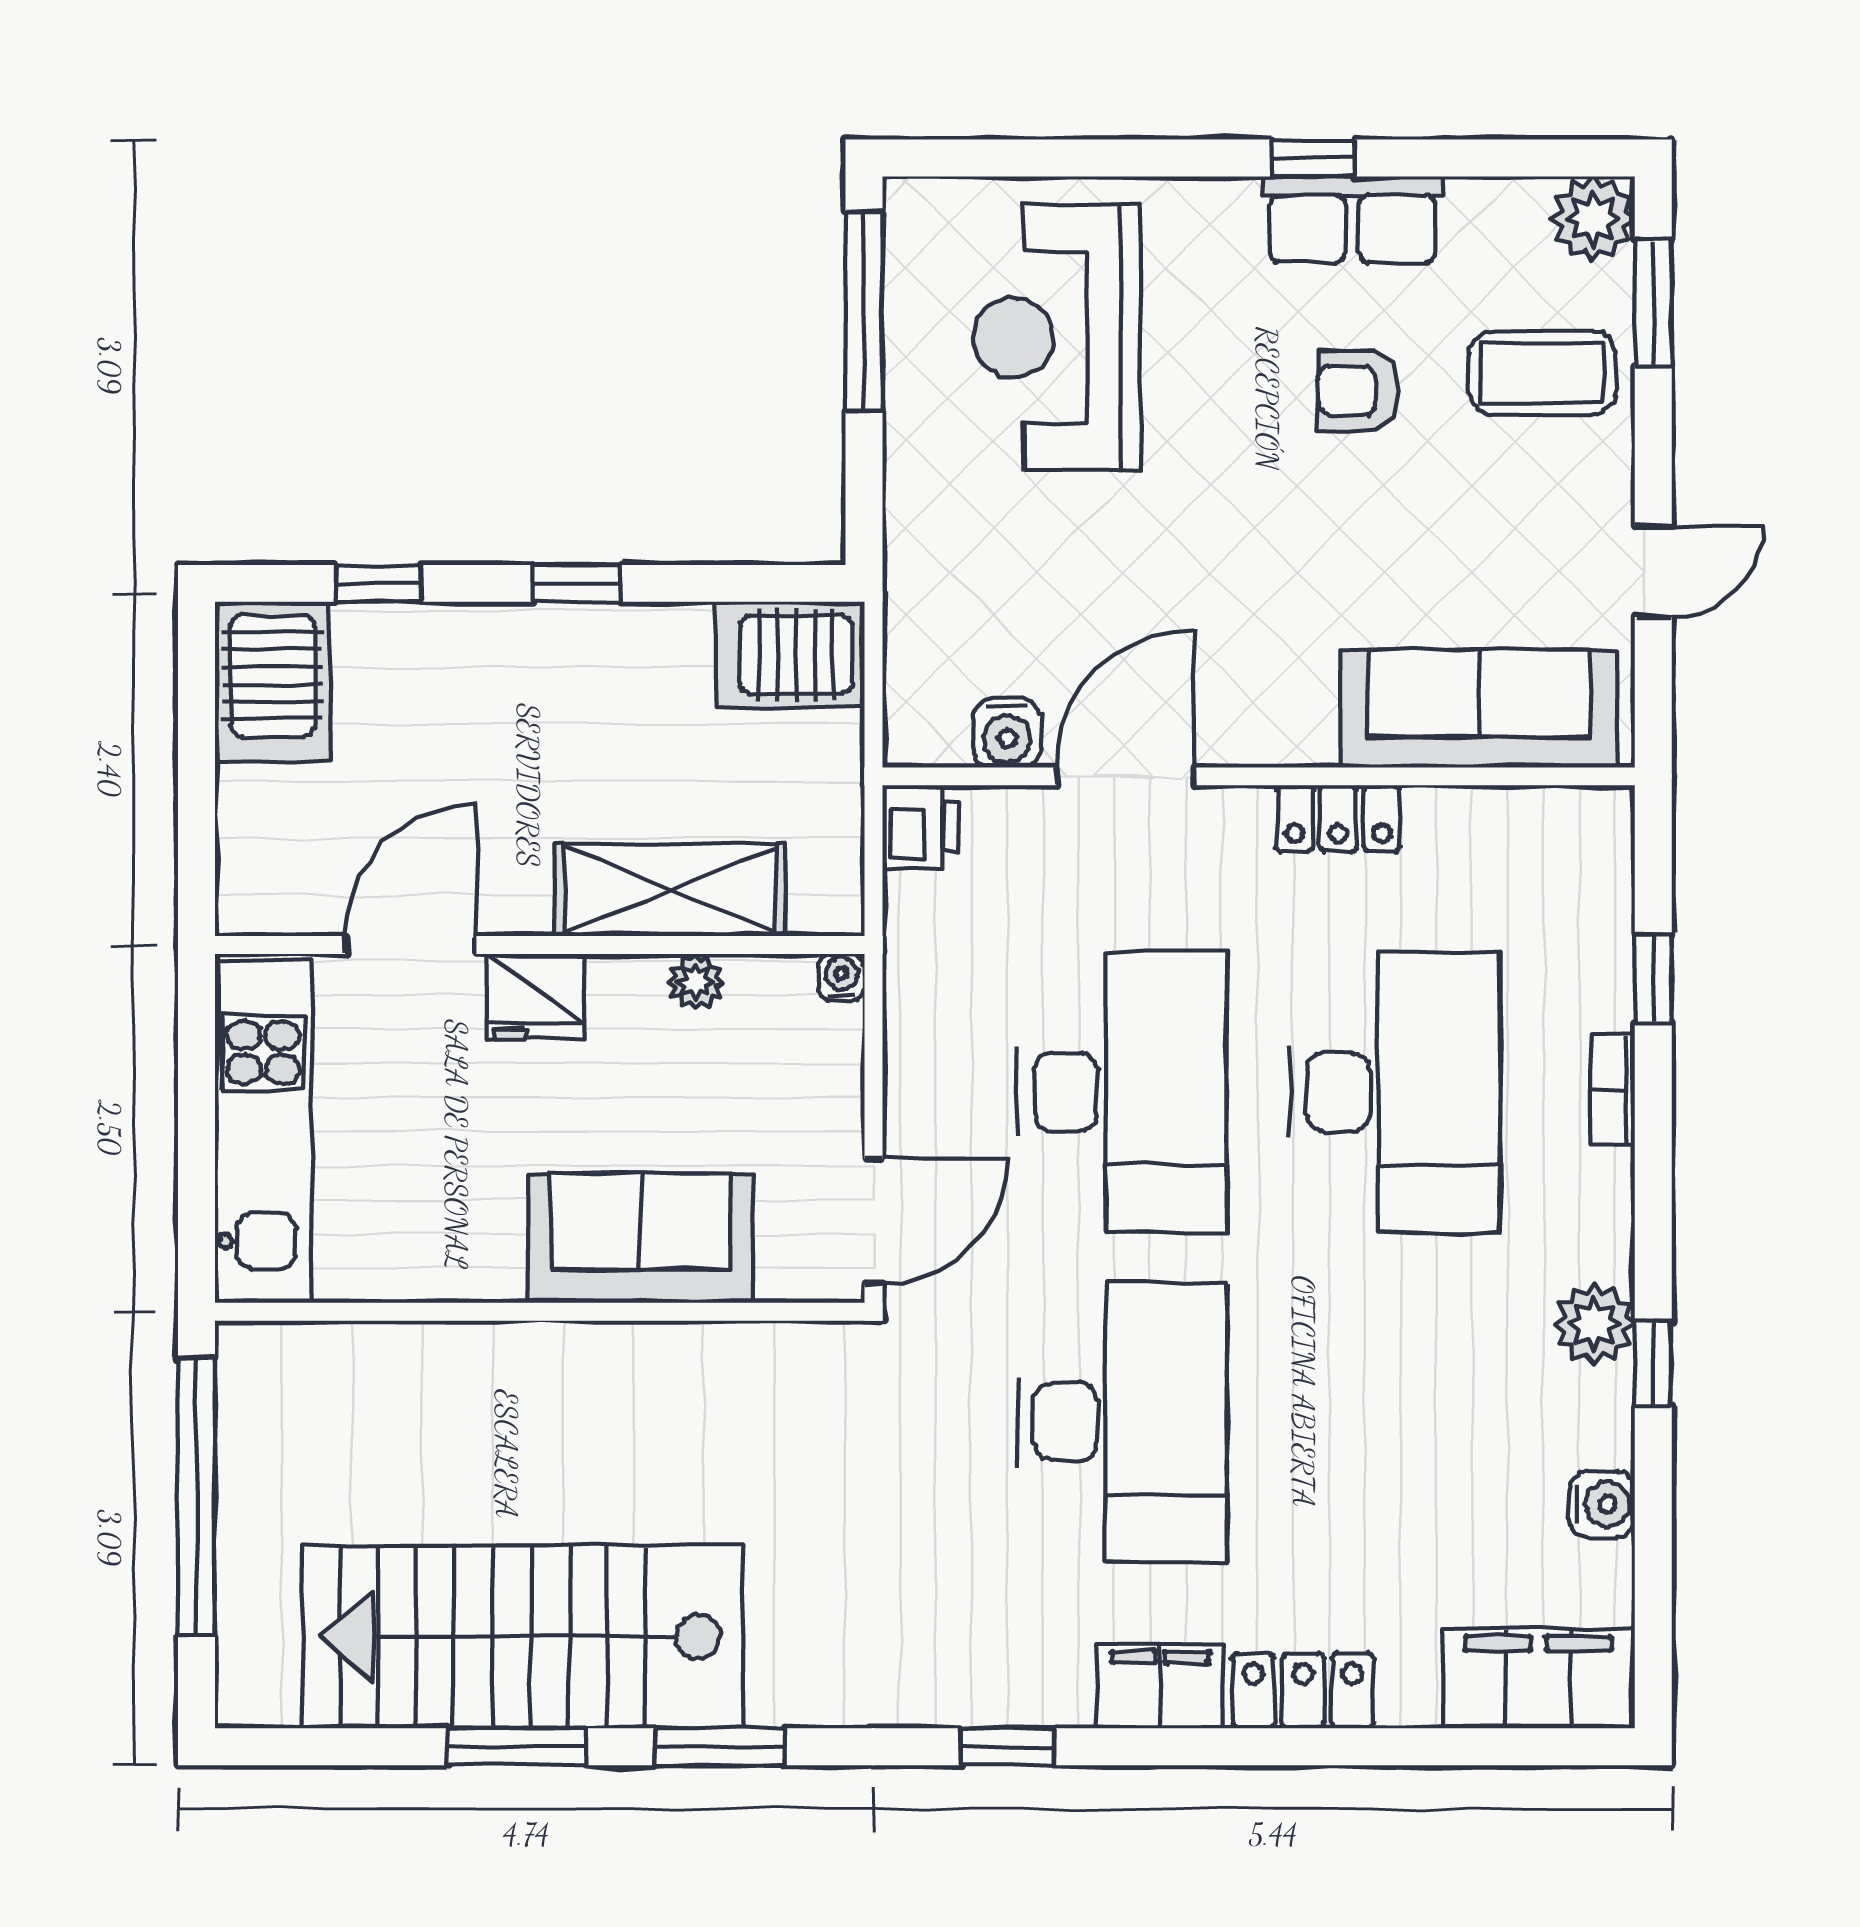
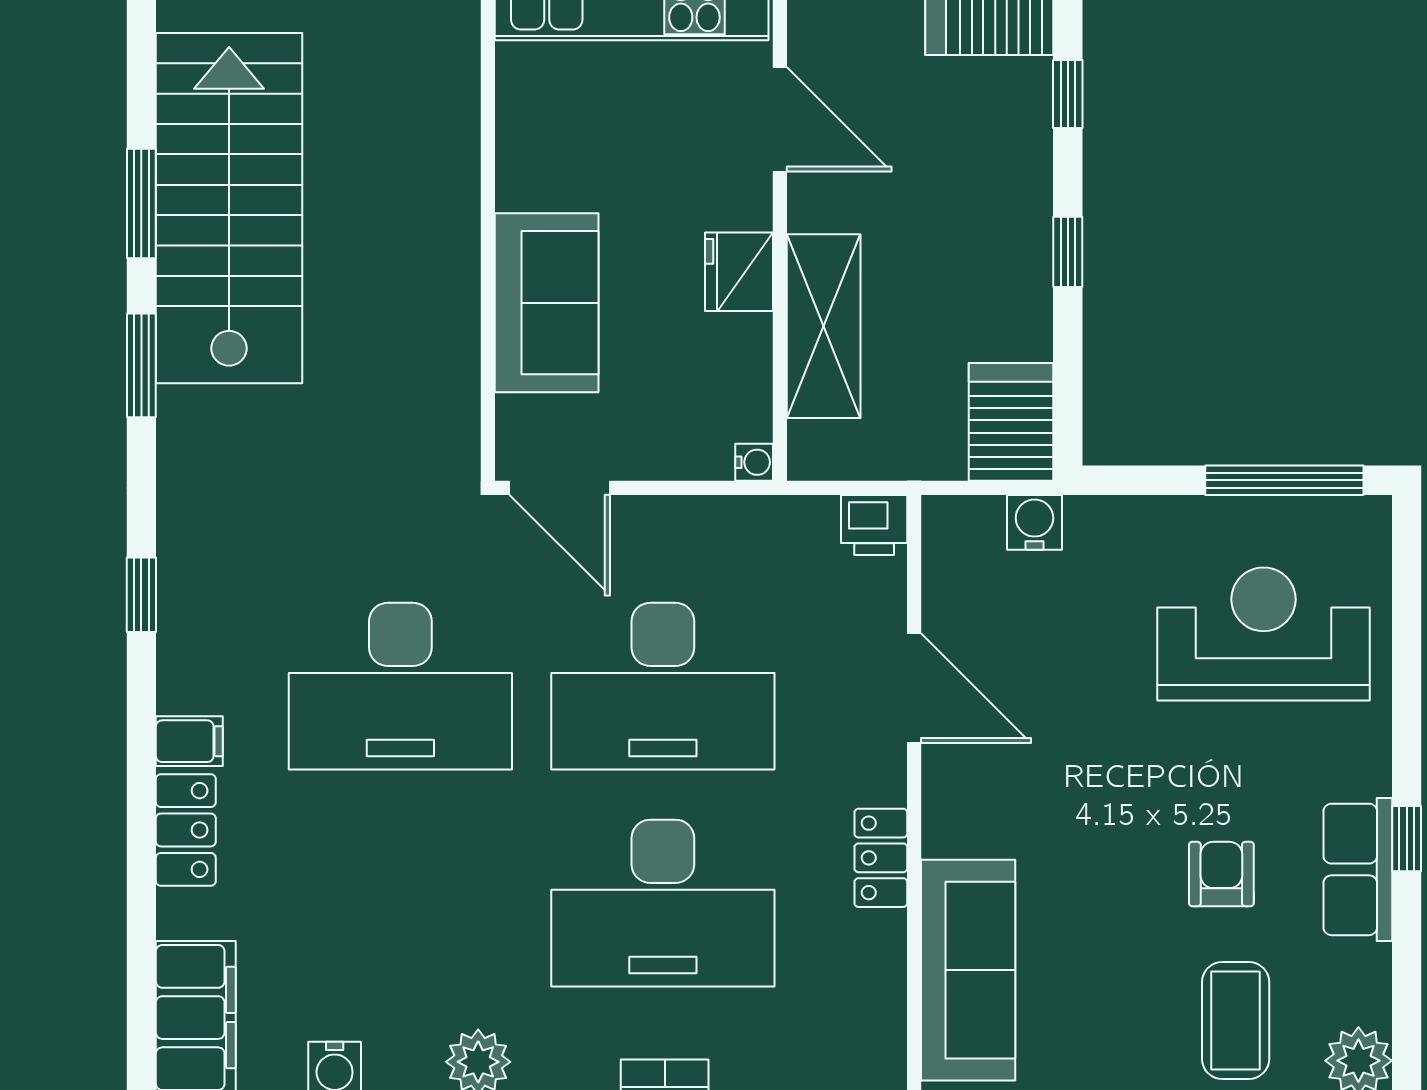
water cooler: (1007, 733) -> (1034, 522), moved, turned 90
plant: (696, 982) -> (751, 346), removed
fridge: (535, 996) -> (739, 272), moved
filing cabinet: (1160, 1687) -> (189, 741), width x0.50

